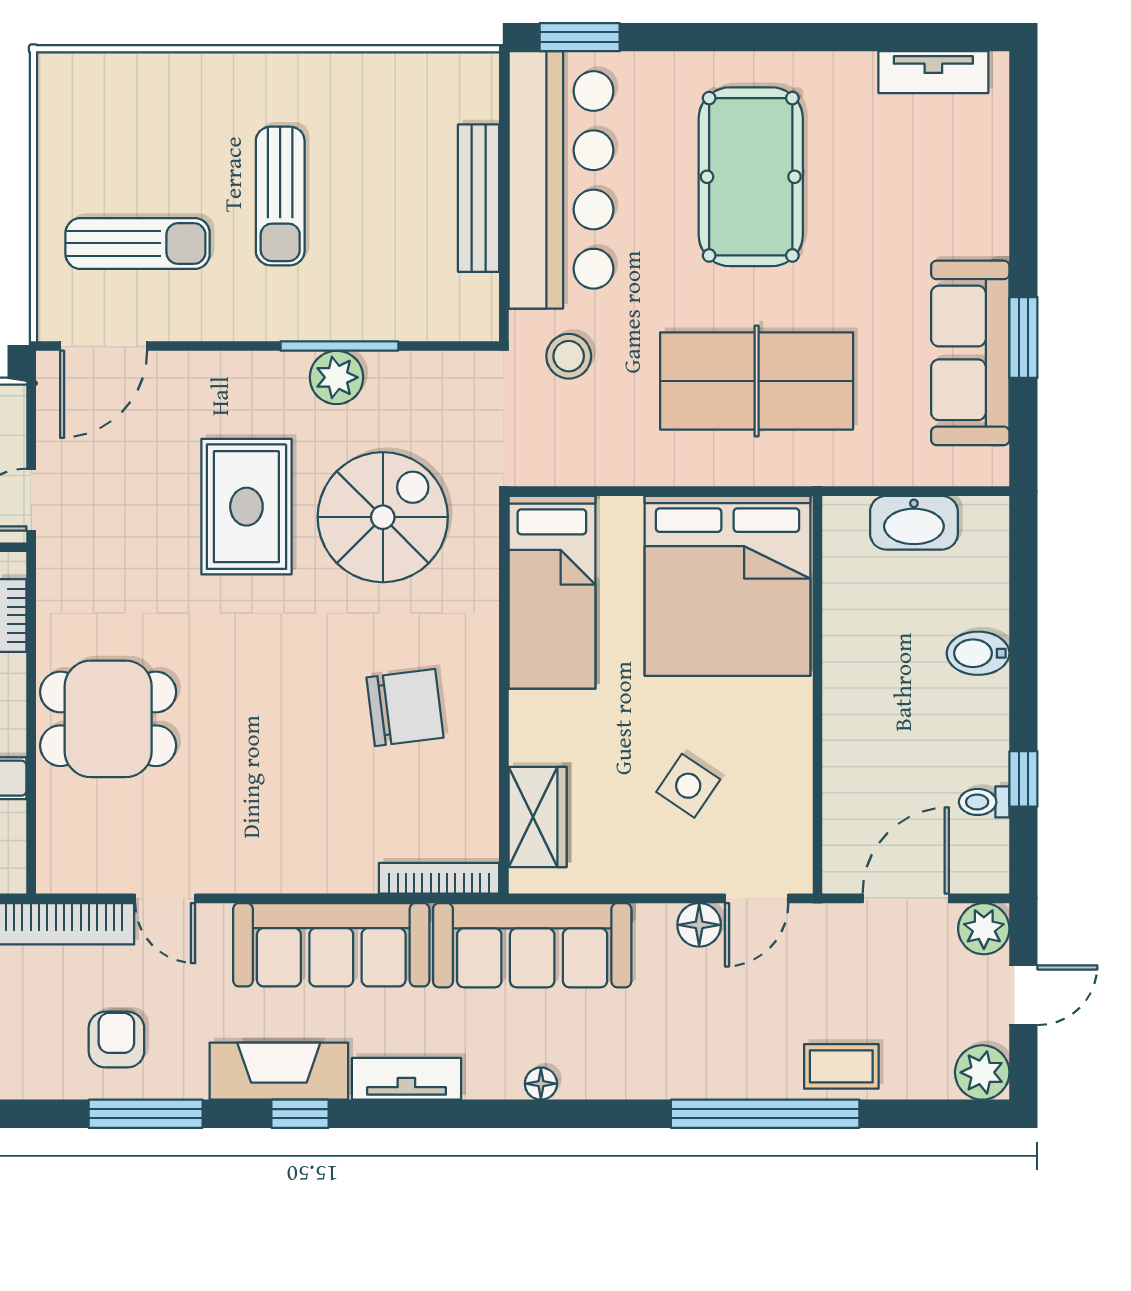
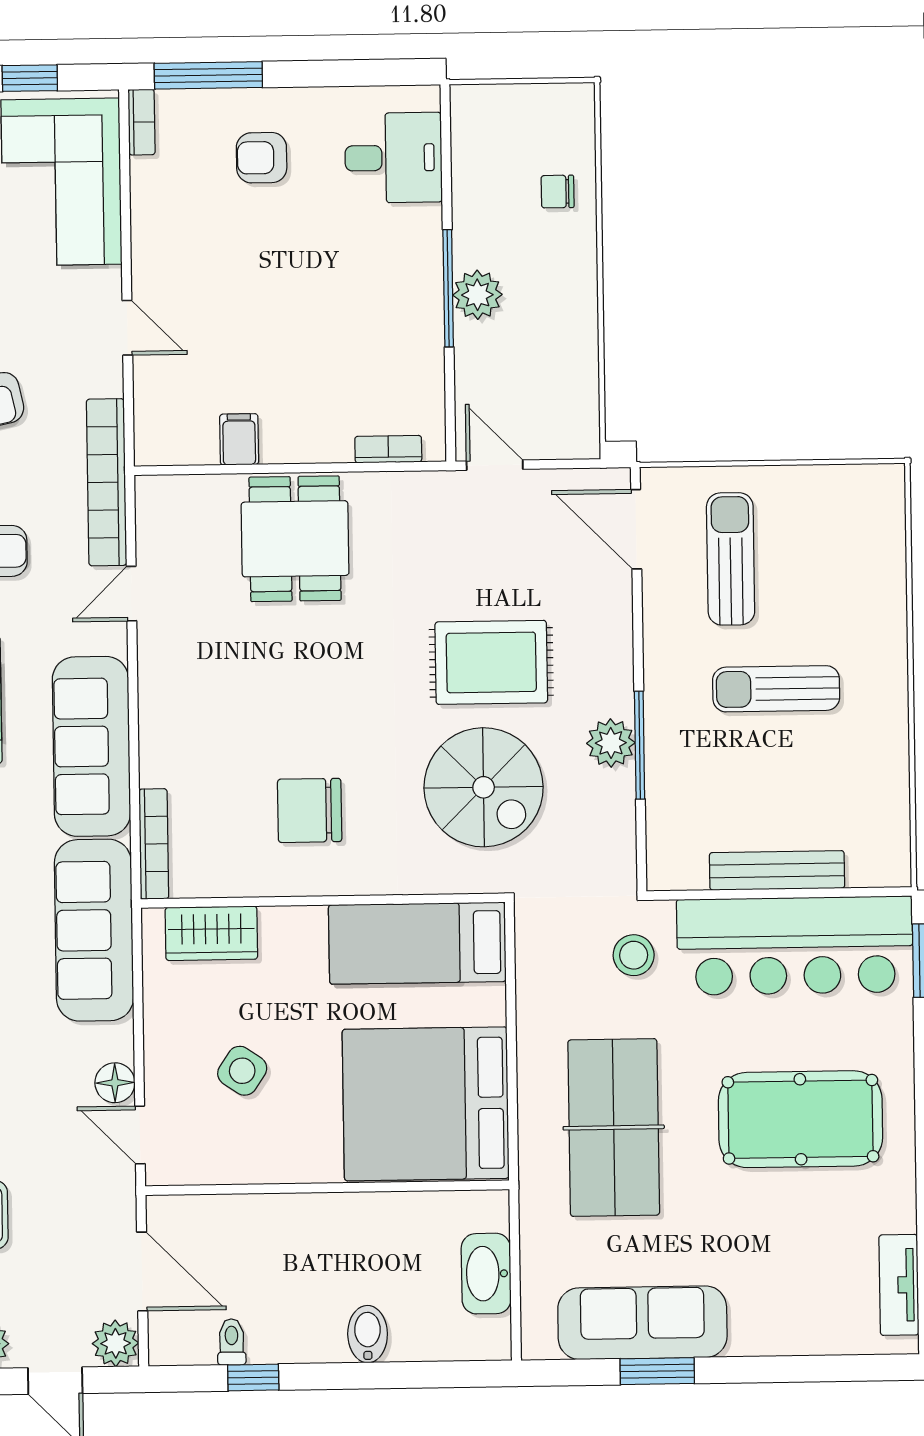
sun lounger: (138, 243) -> (731, 559), turned 180
chair: (405, 708) -> (310, 810), turned 97

